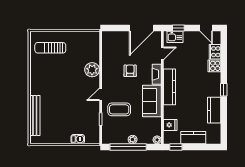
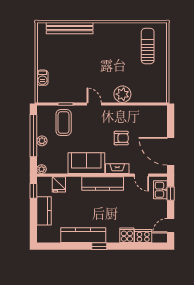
coffee table: (119, 109) -> (64, 122), moved
kitchen counter: (214, 110) -> (83, 235), width x1.50

